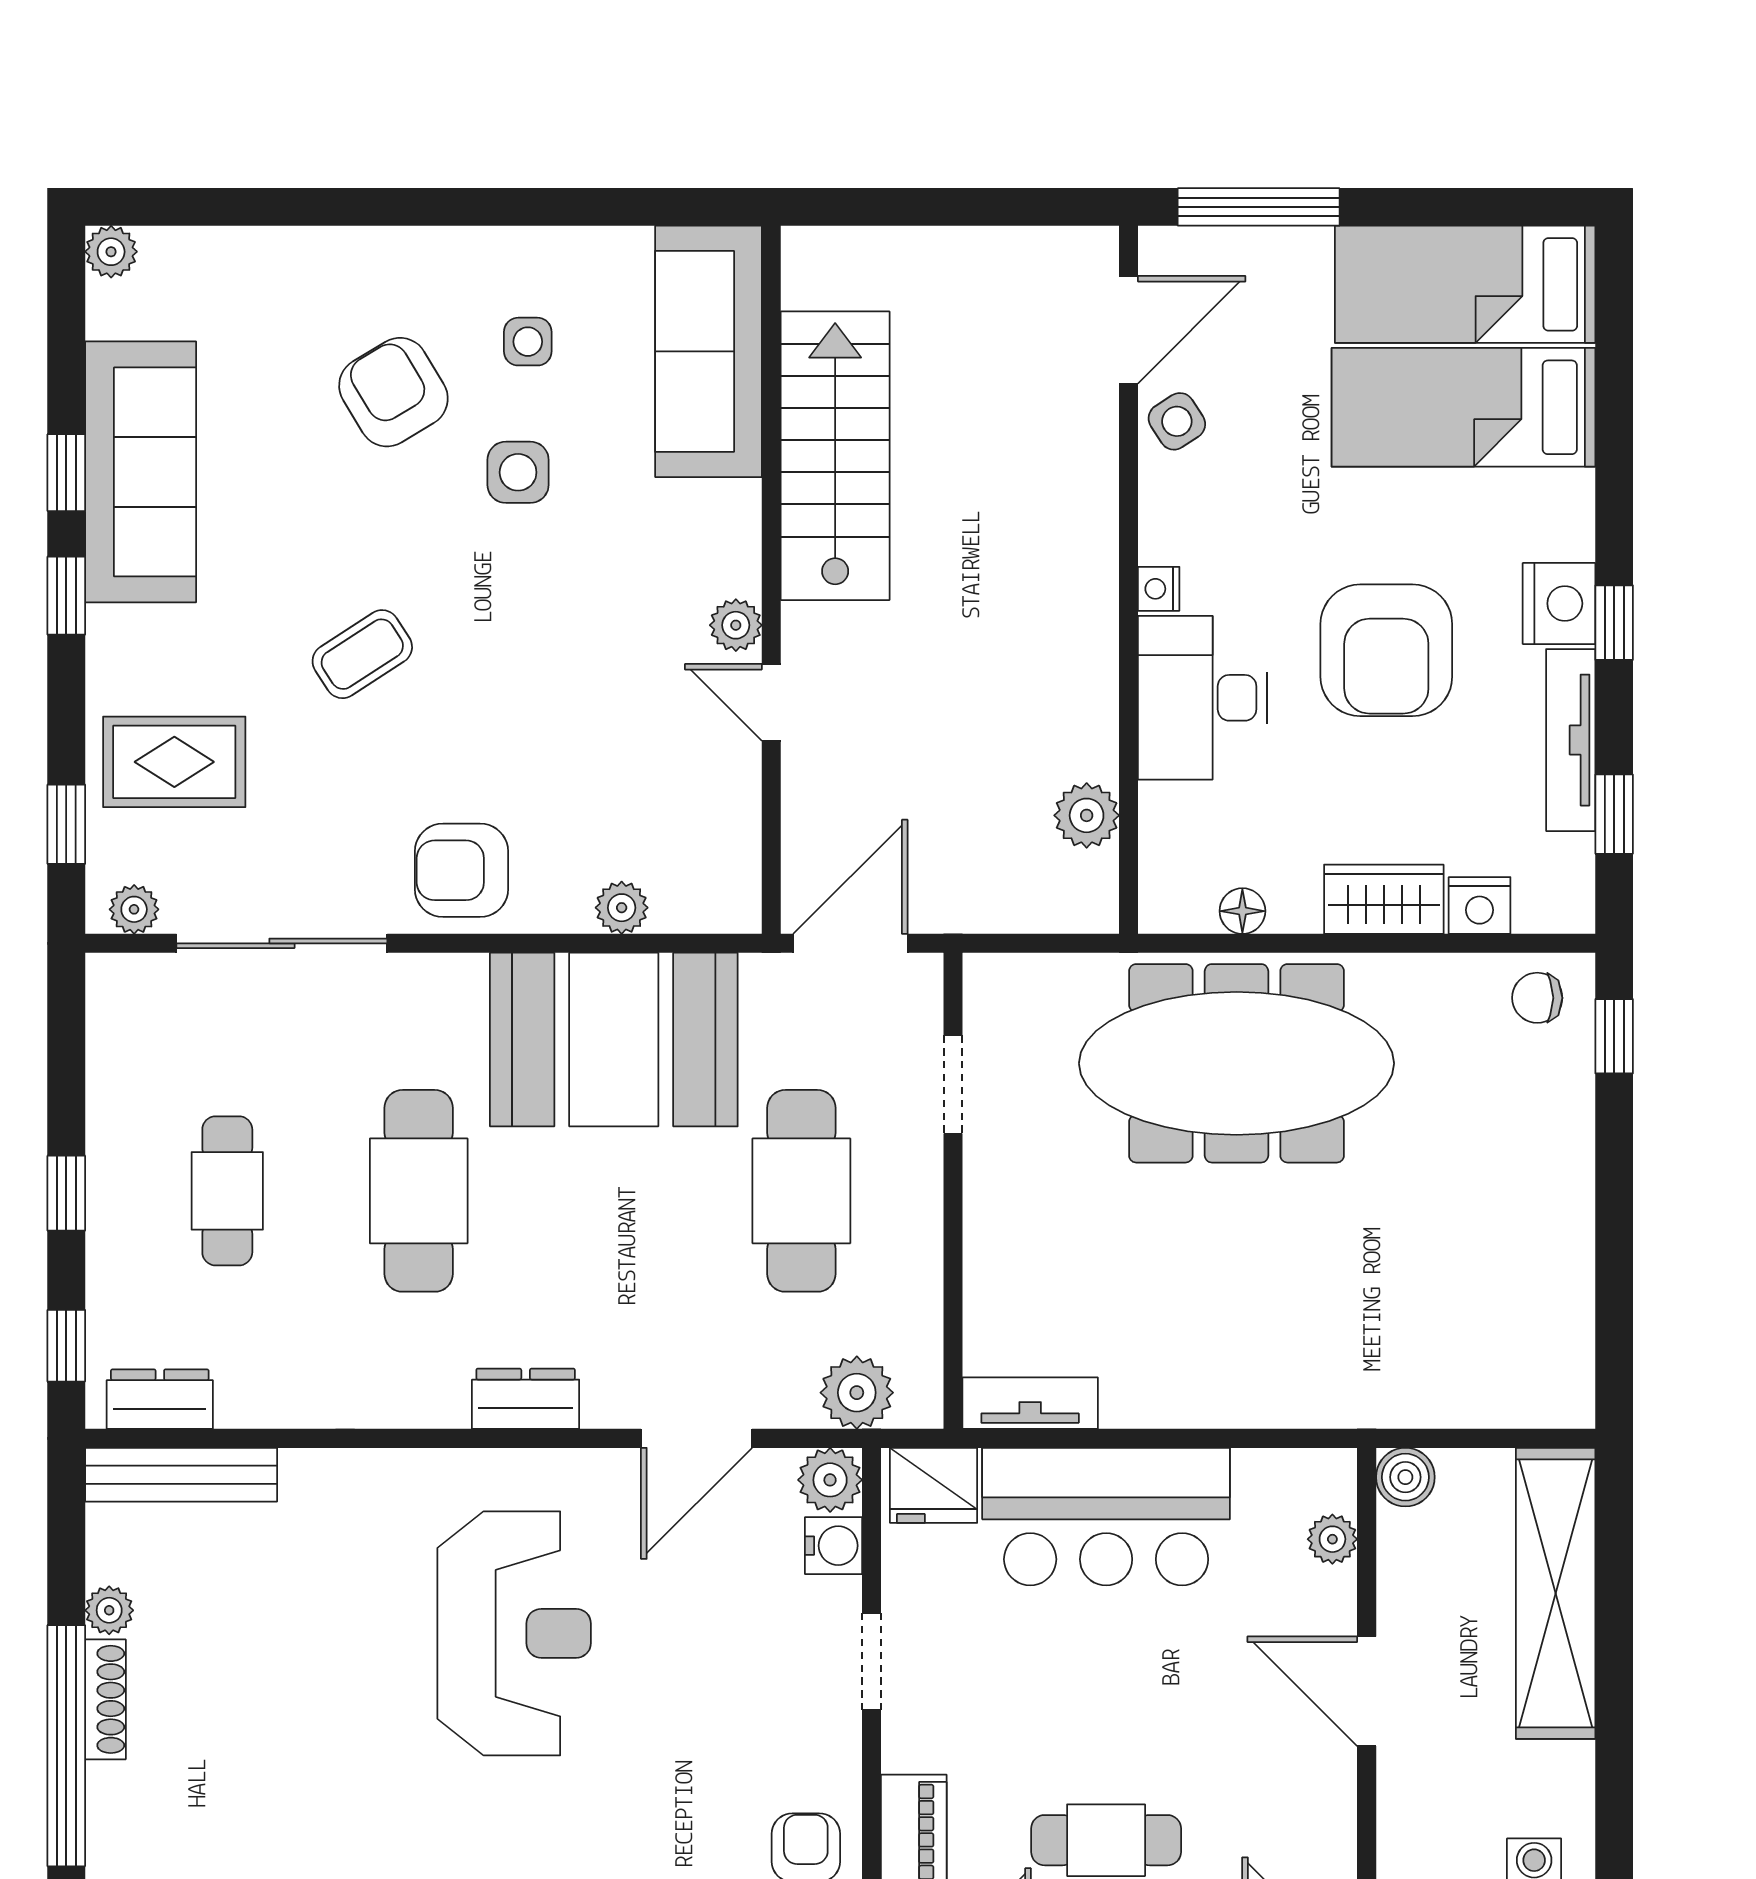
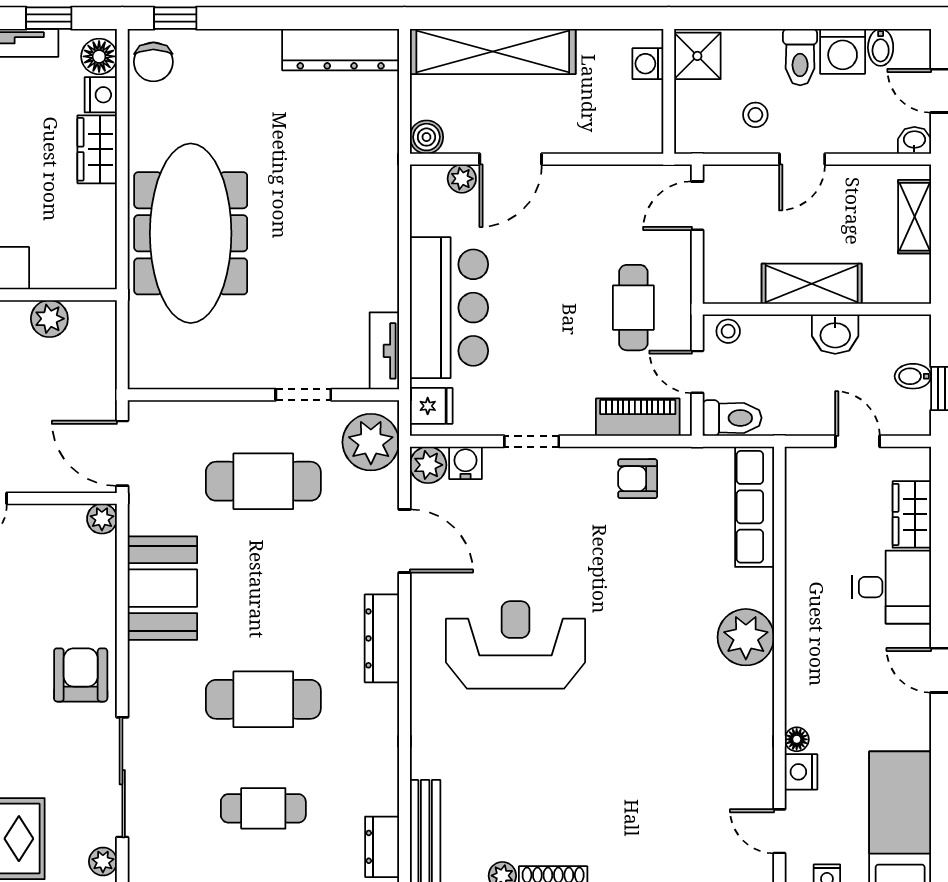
armchair: (461, 870) -> (81, 675), turned 180
plant: (622, 908) -> (102, 519), moved
floor lamp: (1242, 911) -> (99, 56), moved, width x1.37, depth x1.37
chair: (1537, 998) -> (153, 62), width x1.37, depth x1.37
booth: (614, 1040) -> (162, 588), width x0.73, depth x0.70
doorway: (953, 1085) -> (303, 395), moved
dresser: (1559, 1326) -> (341, 50), added
plant: (857, 1393) -> (371, 442), width x1.36, depth x1.36
dresser: (526, 1399) -> (382, 638), width x1.44
fridge: (934, 1485) -> (431, 406), width x0.72
door: (1367, 1691) -> (511, 159), moved

